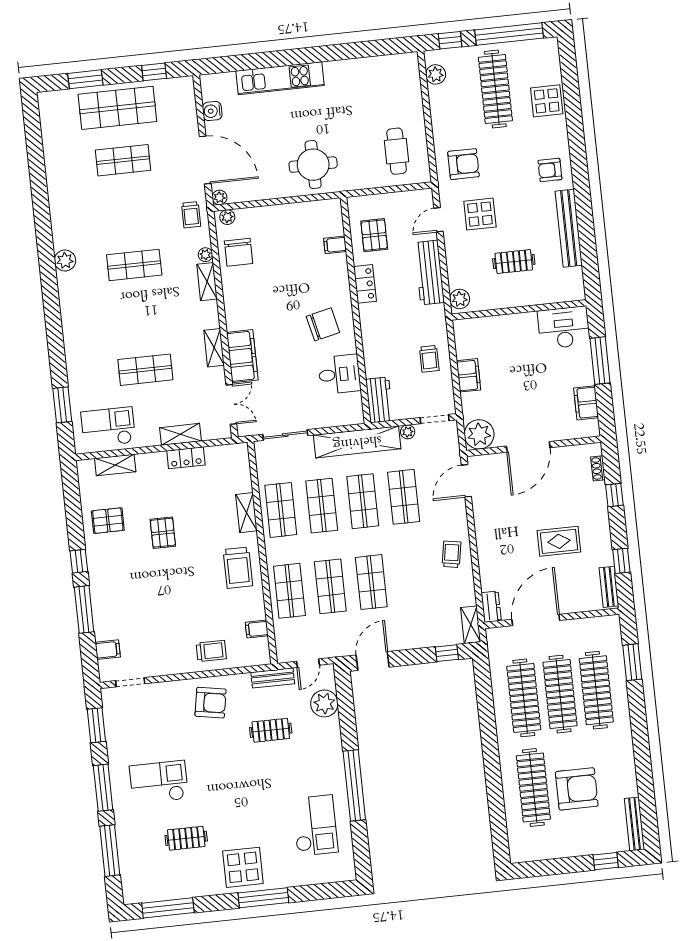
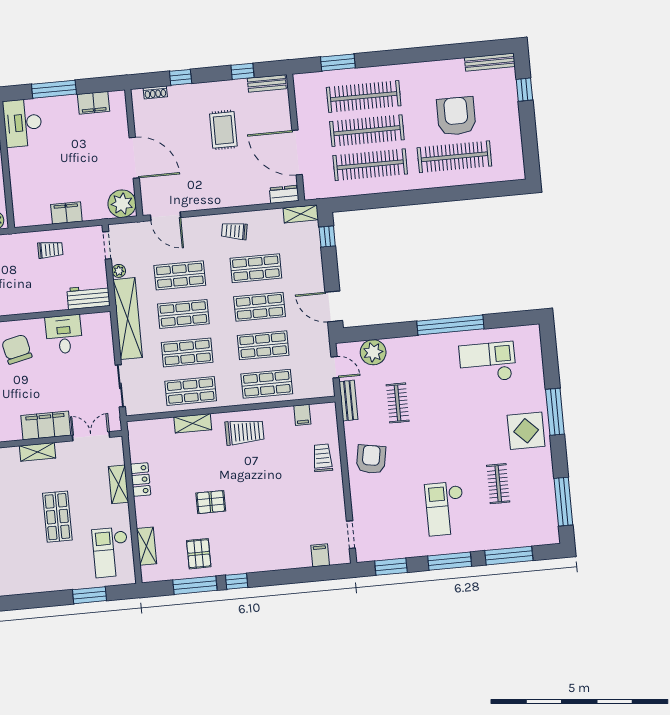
shop shelf: (412, 578) -> (256, 268), added
window: (84, 609) -> (195, 585), moved

